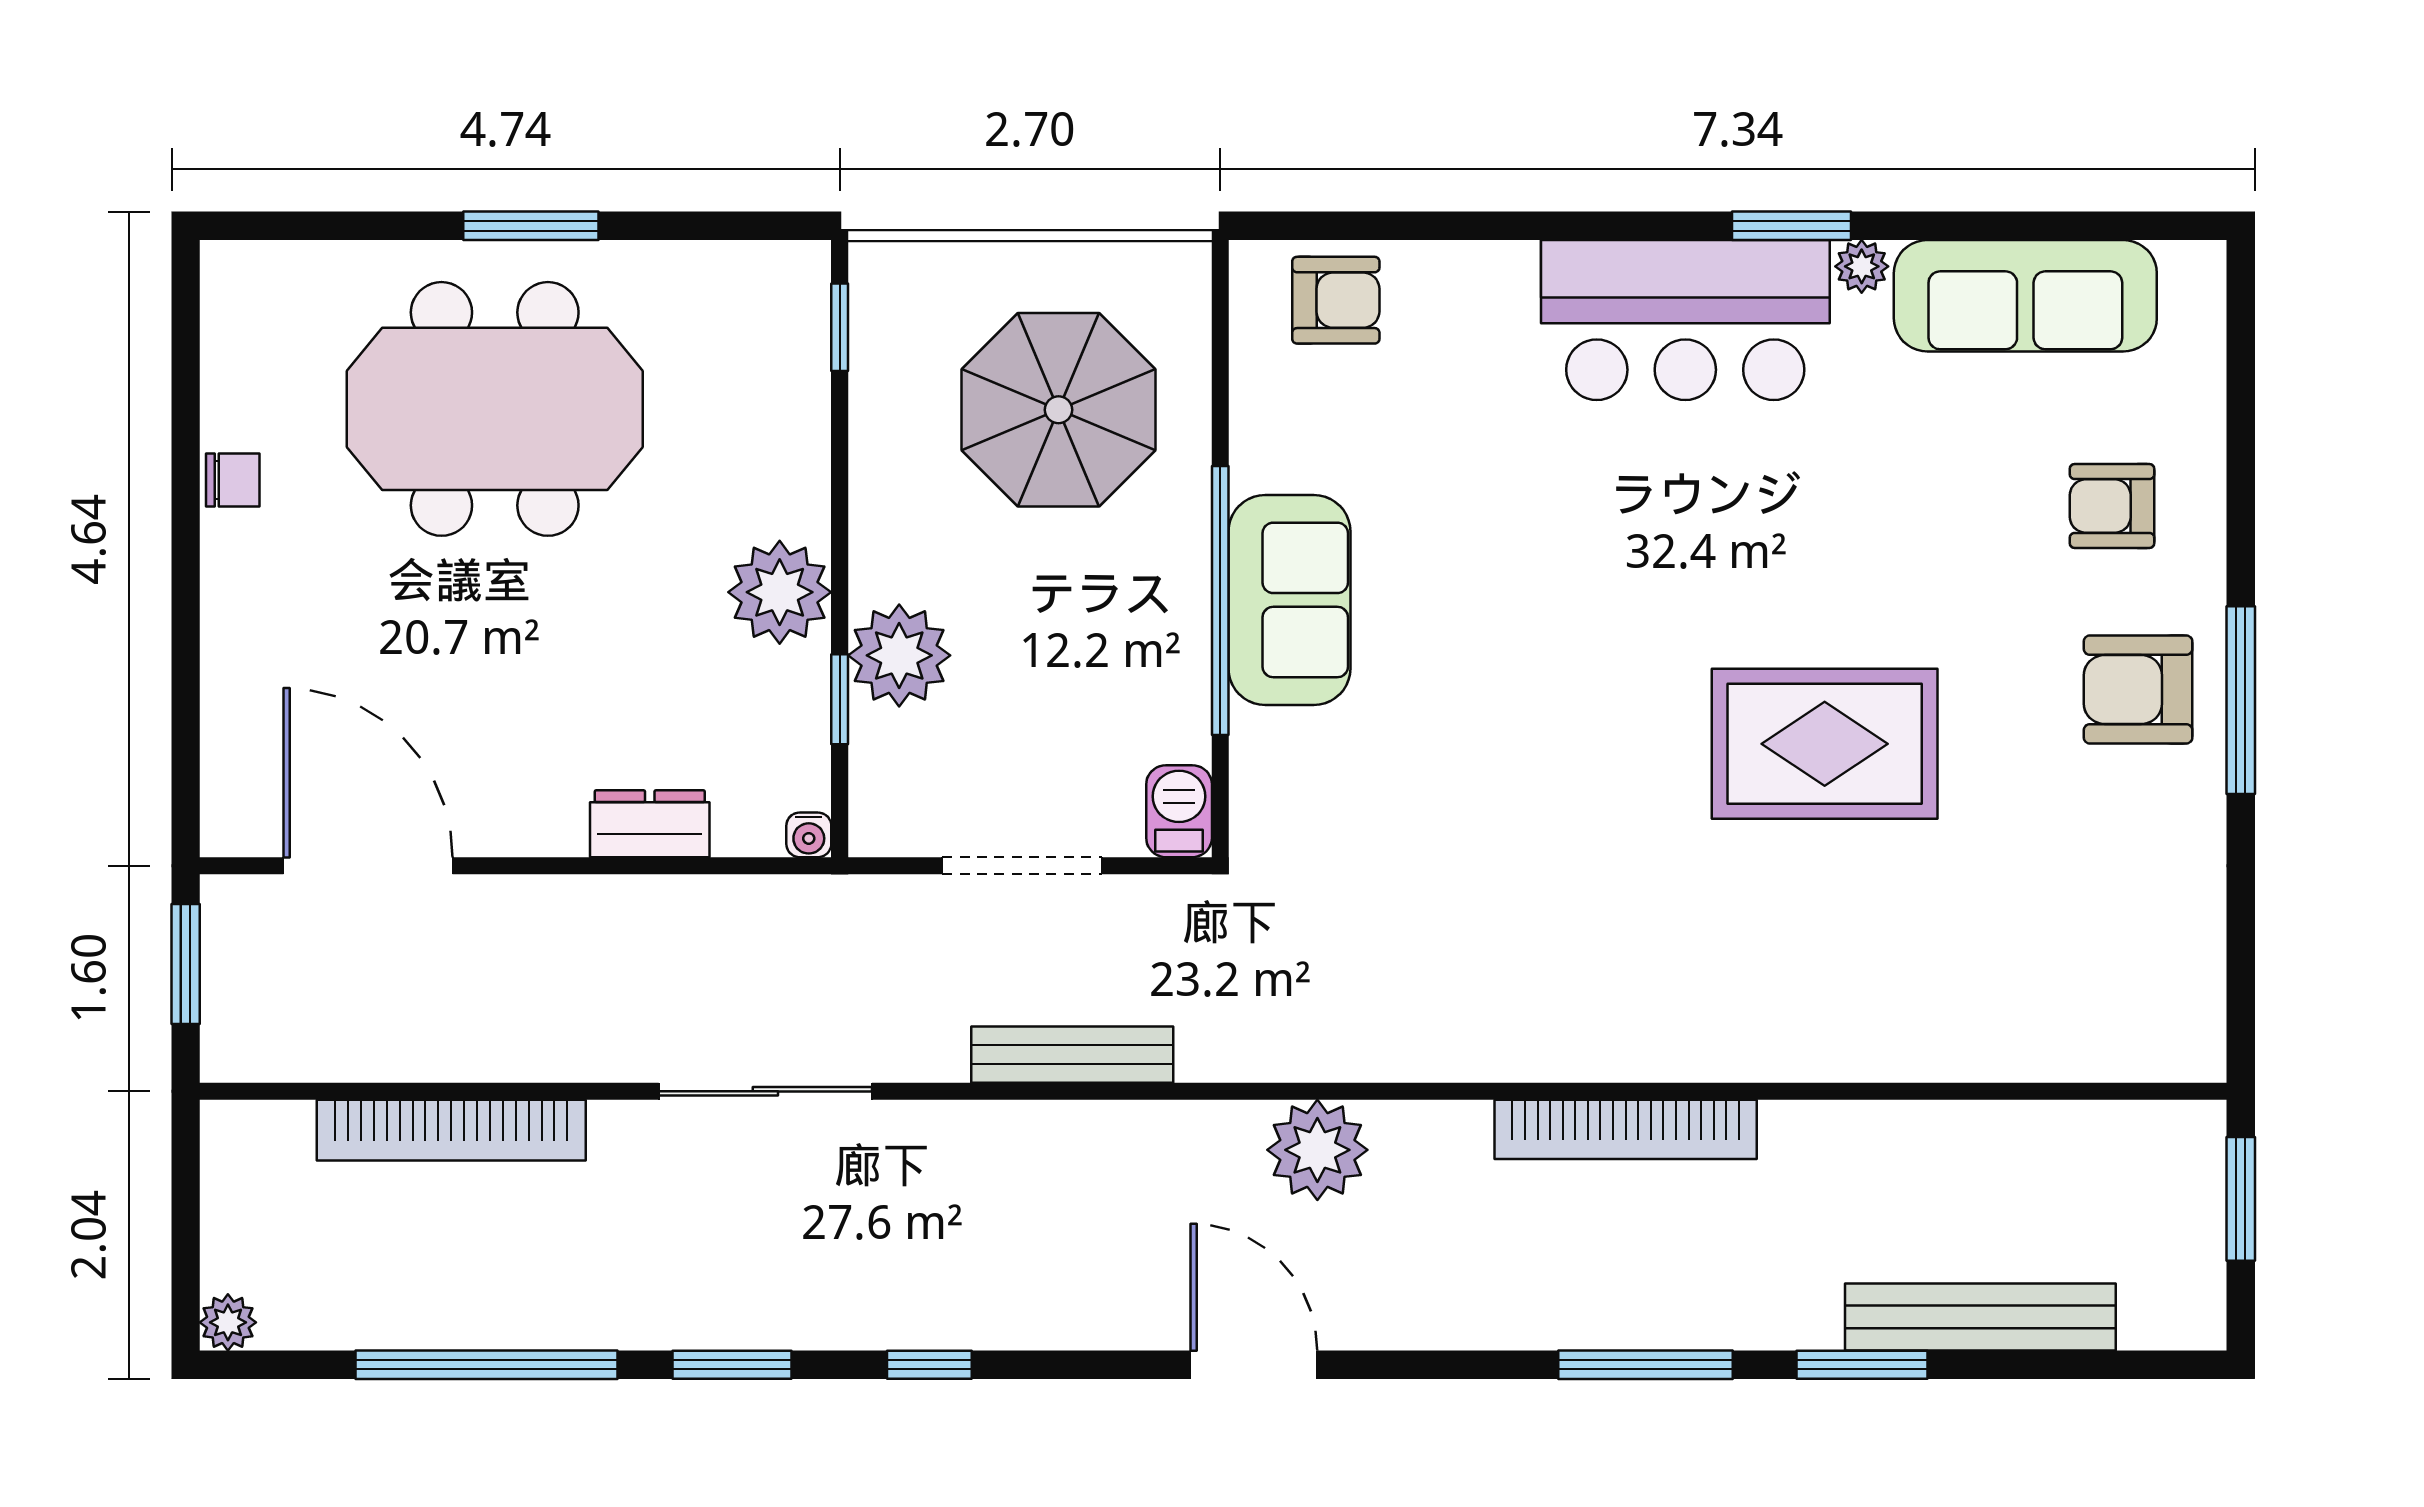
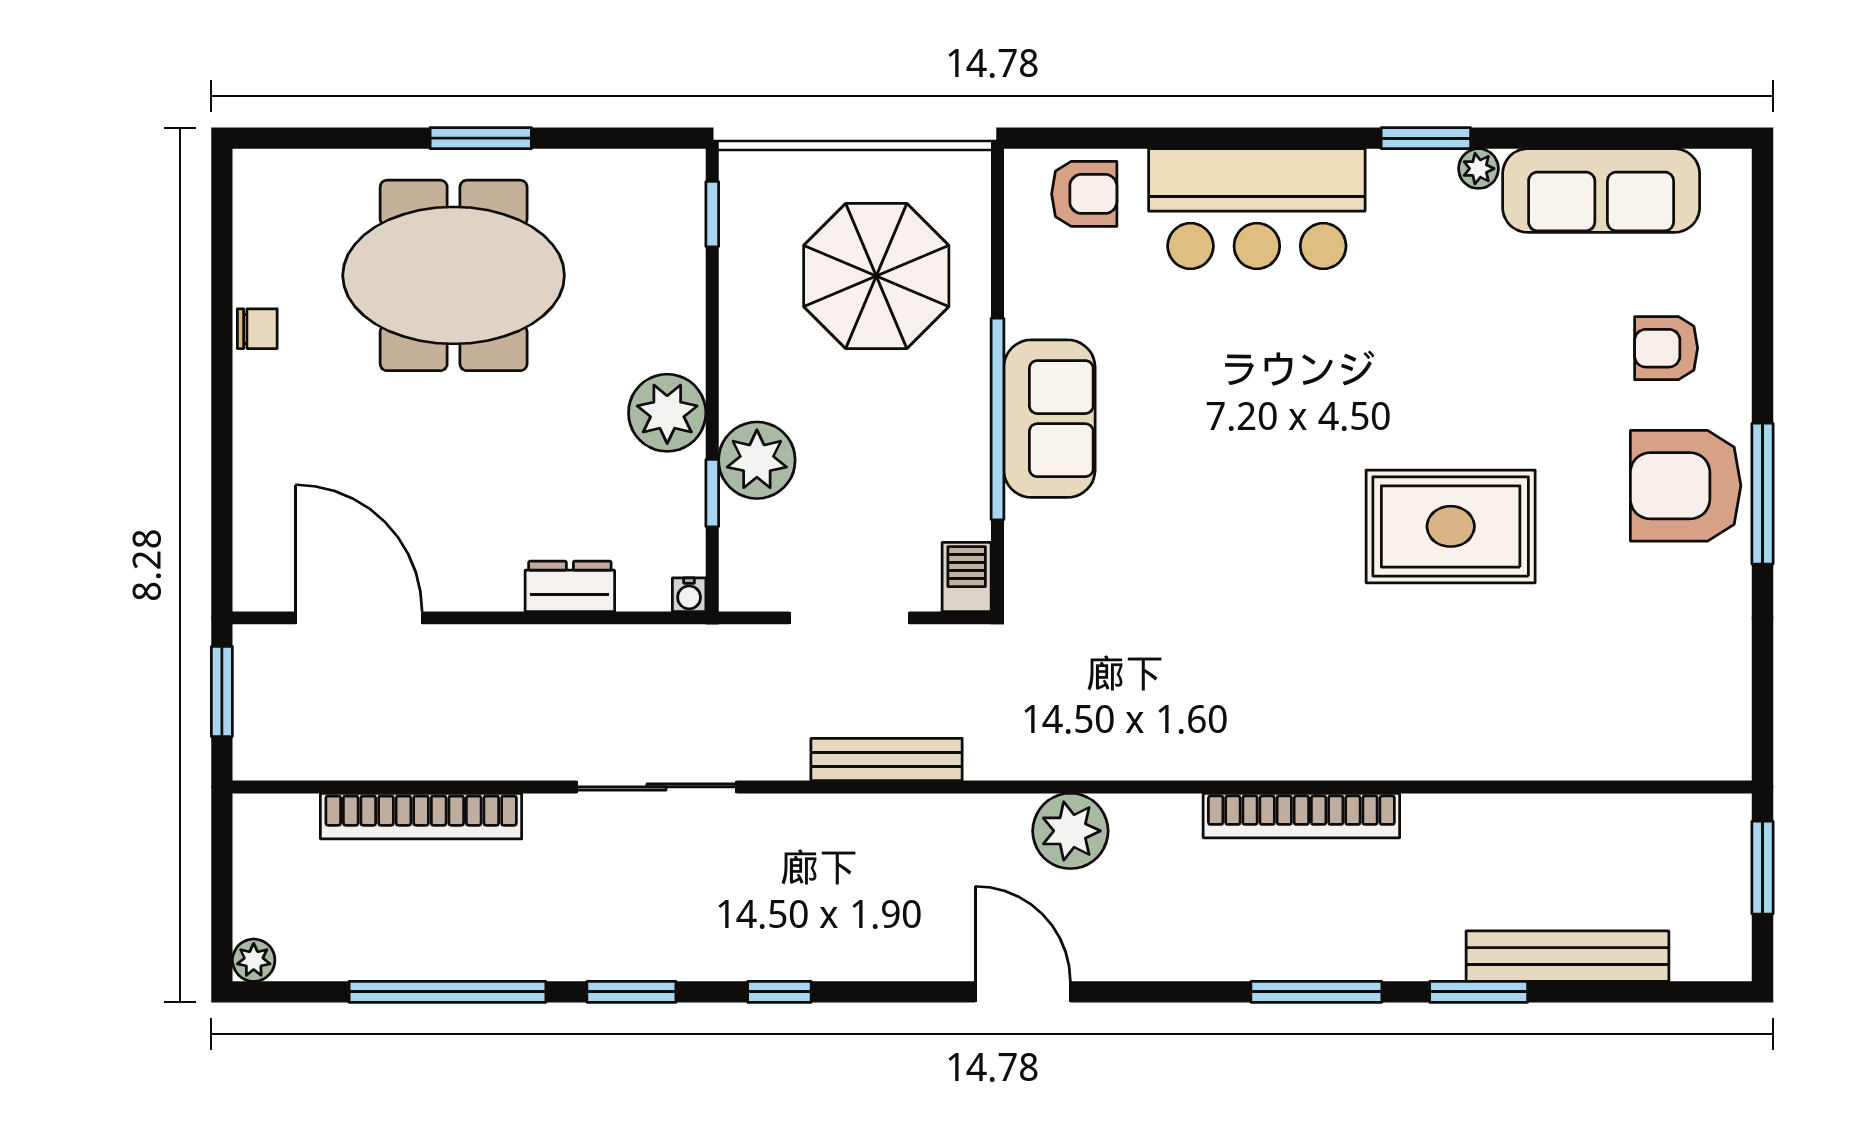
bar counter: (1685, 320) -> (1257, 209), moved
armchair: (2138, 690) -> (1686, 486), width x1.36, depth x1.36

